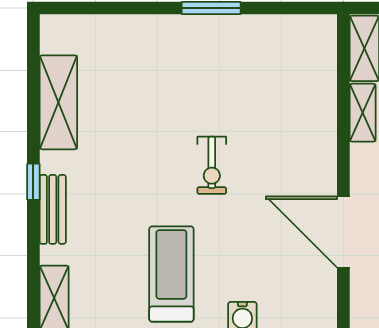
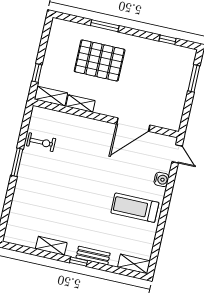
shelving: (58, 102) -> (51, 246), width x0.67, depth x0.75
exercise bike: (212, 165) -> (41, 142), moved

